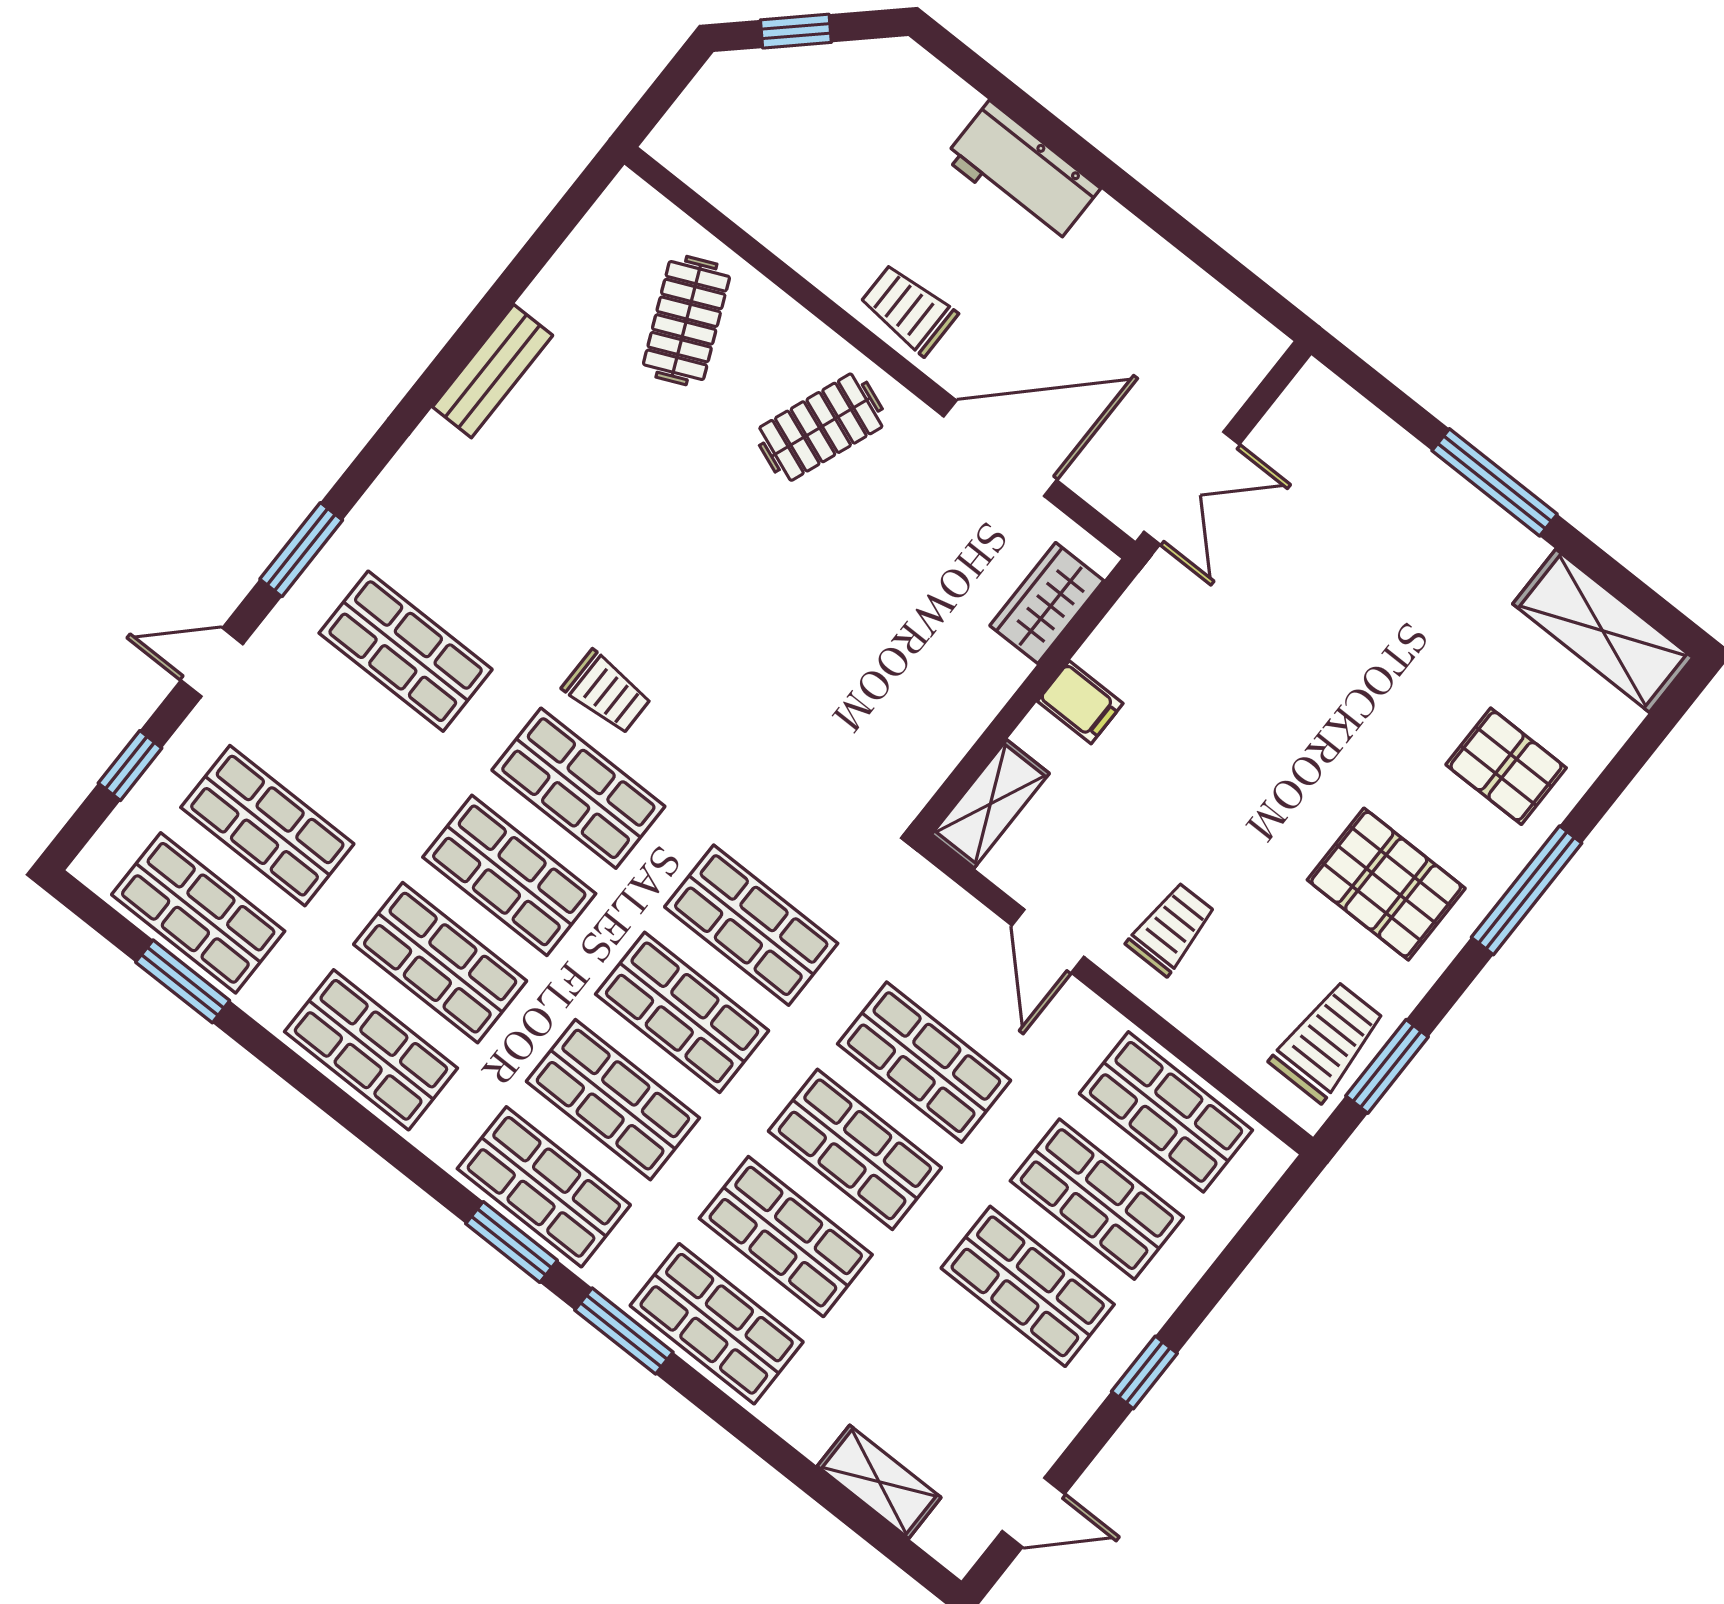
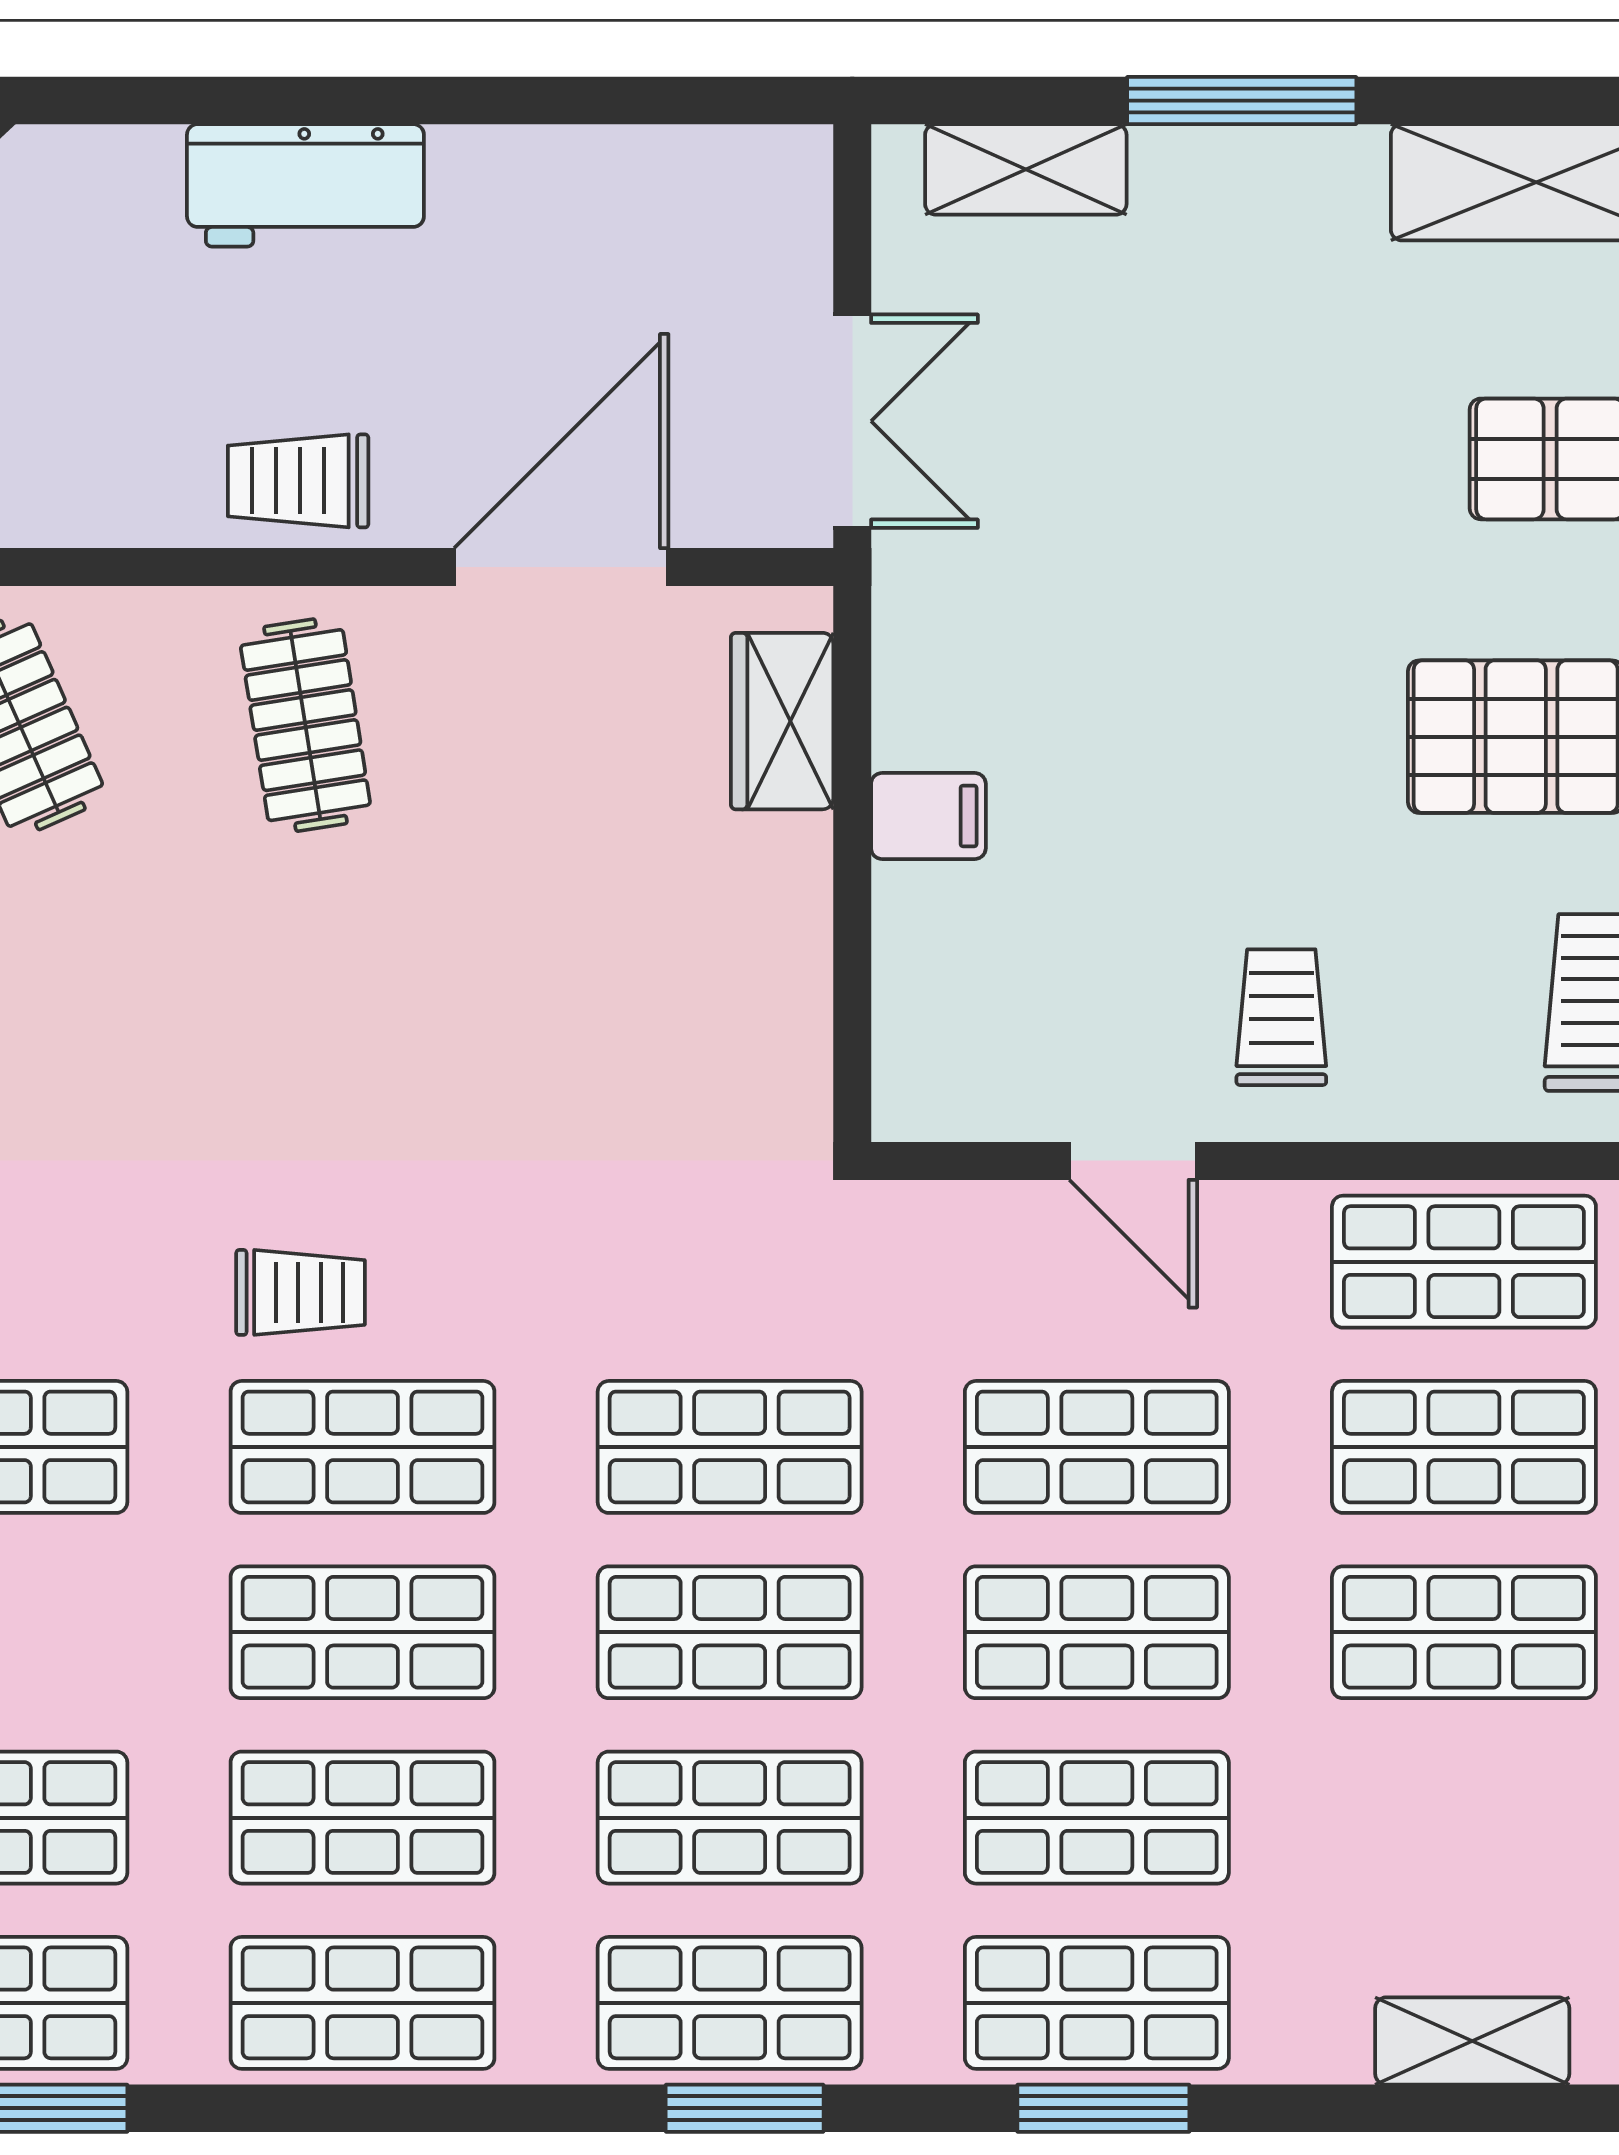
clothes rail: (821, 427) -> (305, 725), turned -30
shelving: (990, 804) -> (1026, 169), moved, turned 90
window: (624, 1331) -> (1103, 2108), moved

